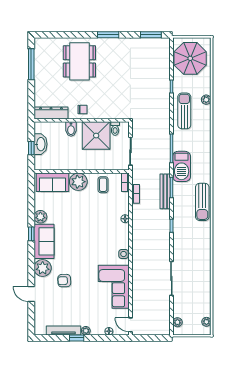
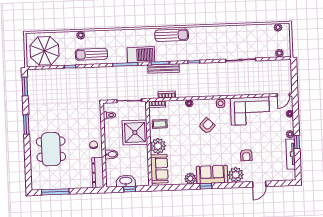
dining table: (79, 61) -> (51, 149), turned 90
shower: (96, 136) -> (135, 133), moved
armchair: (99, 237) -> (207, 126), added

